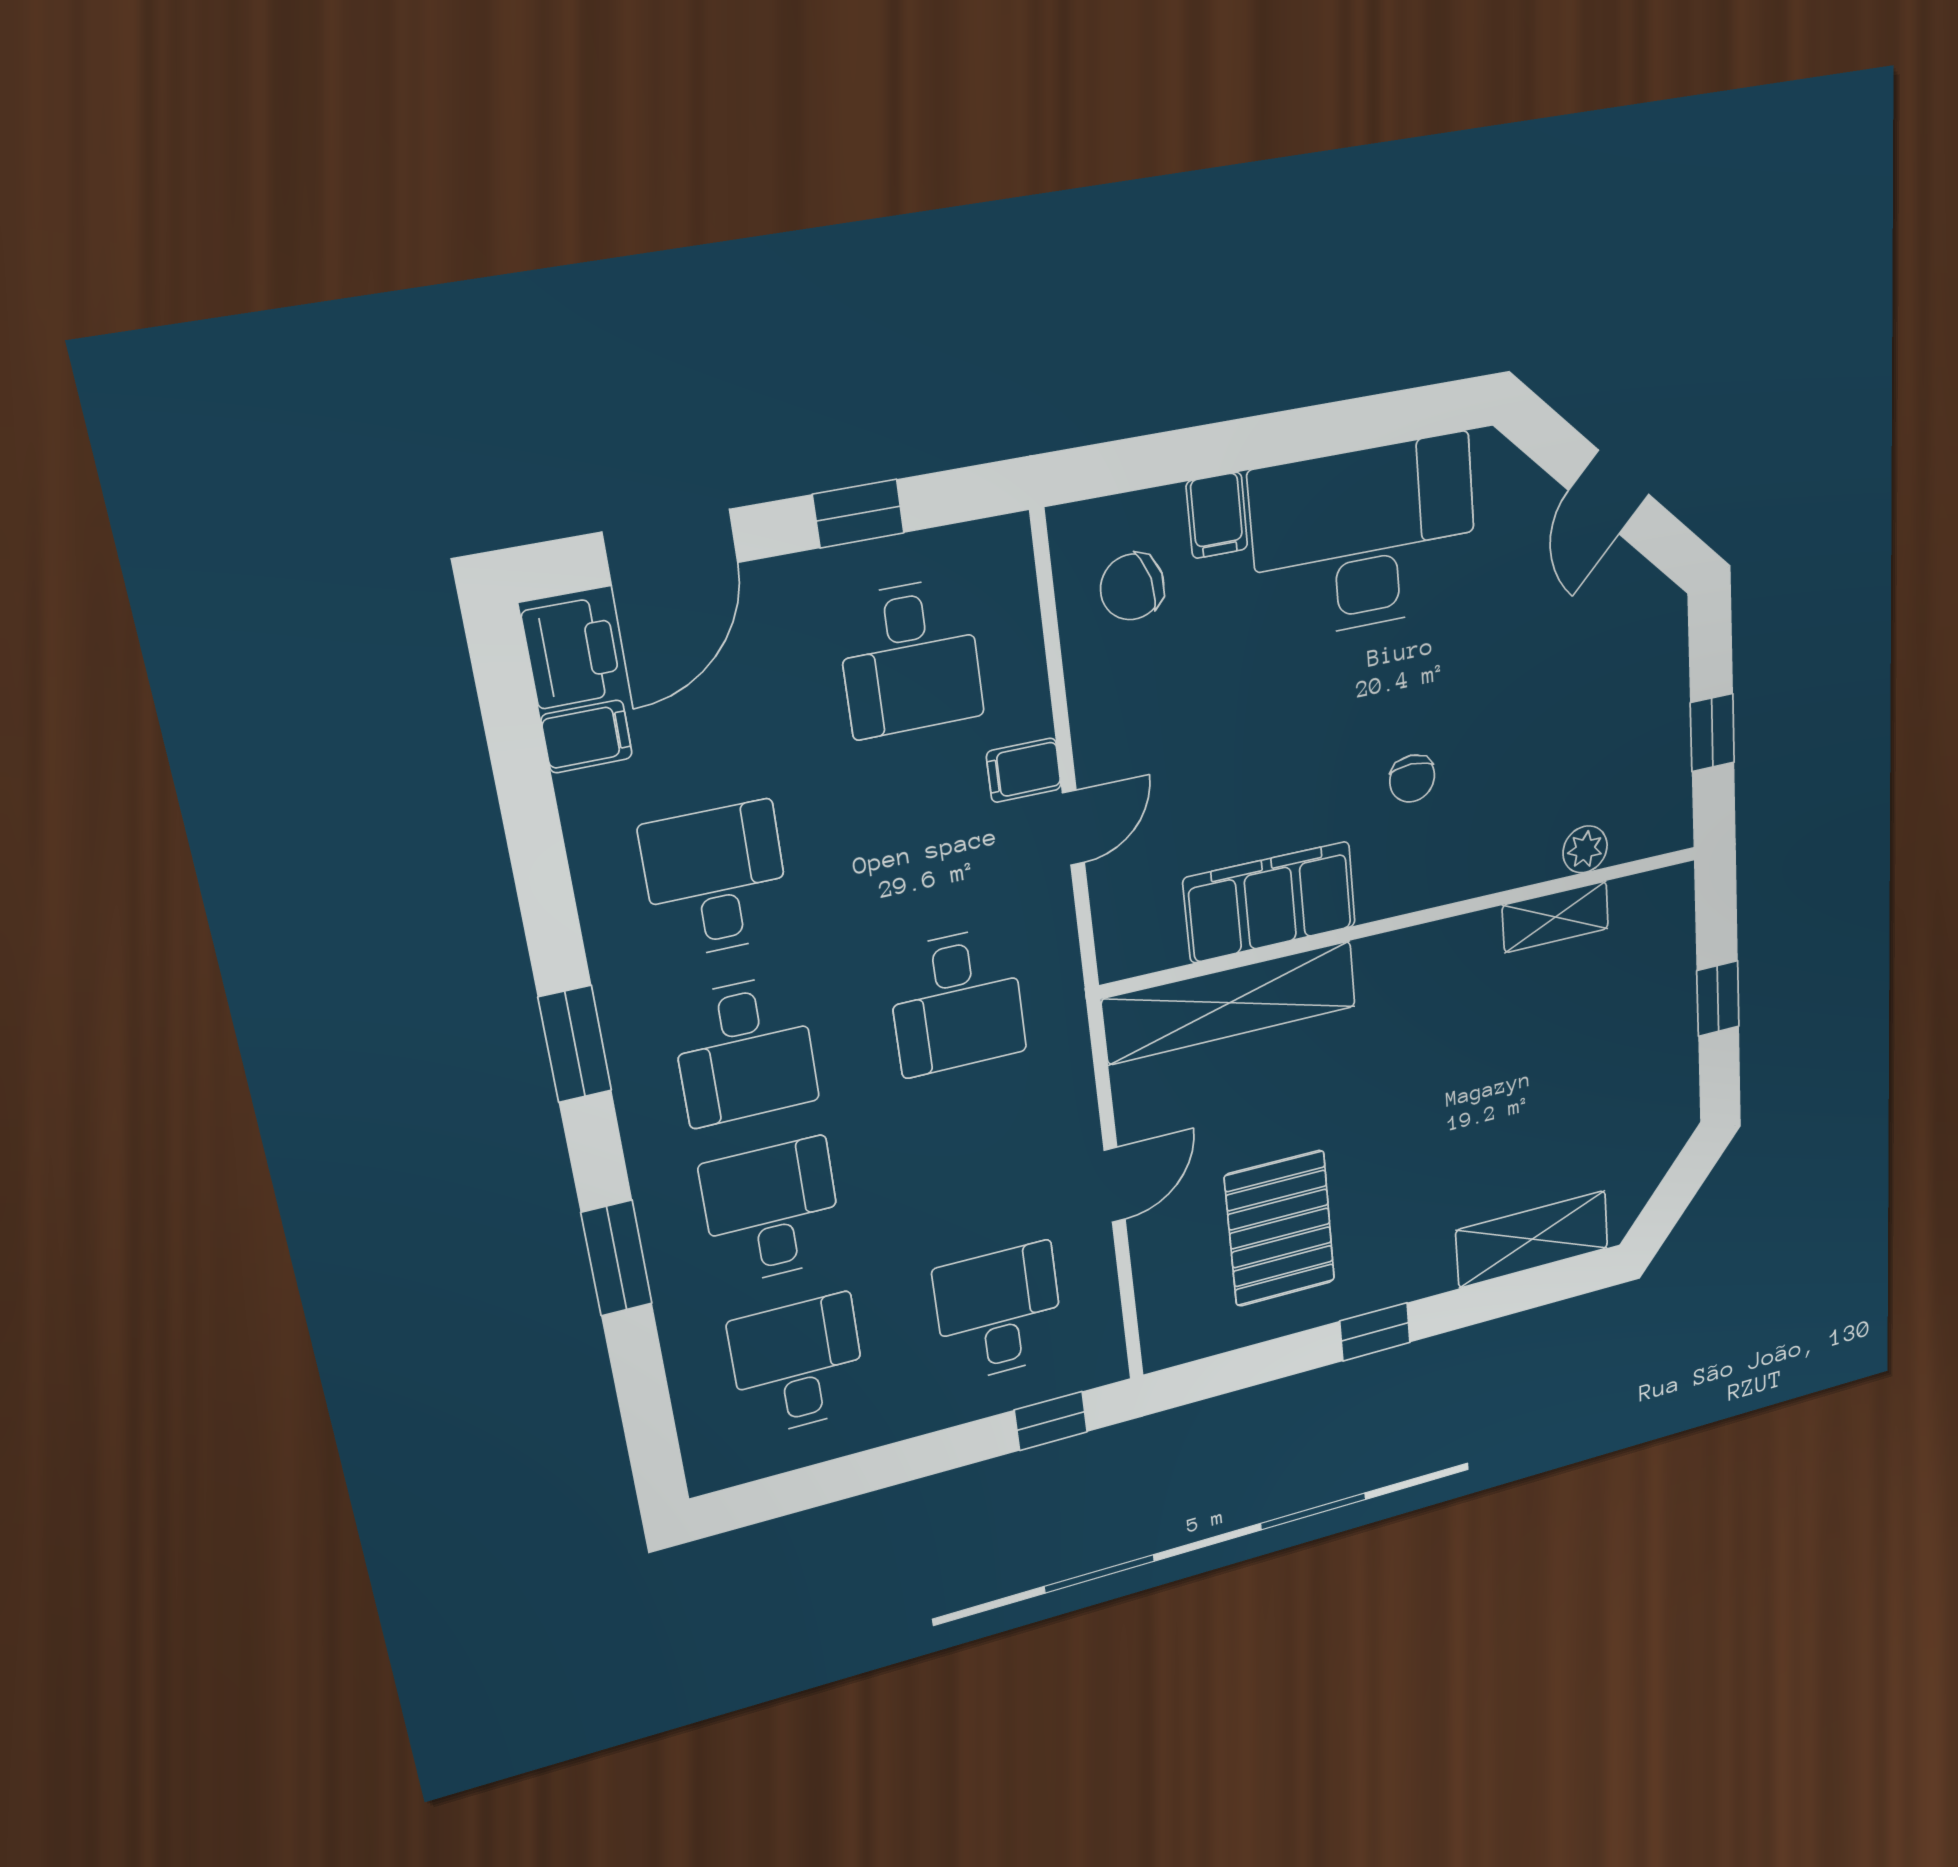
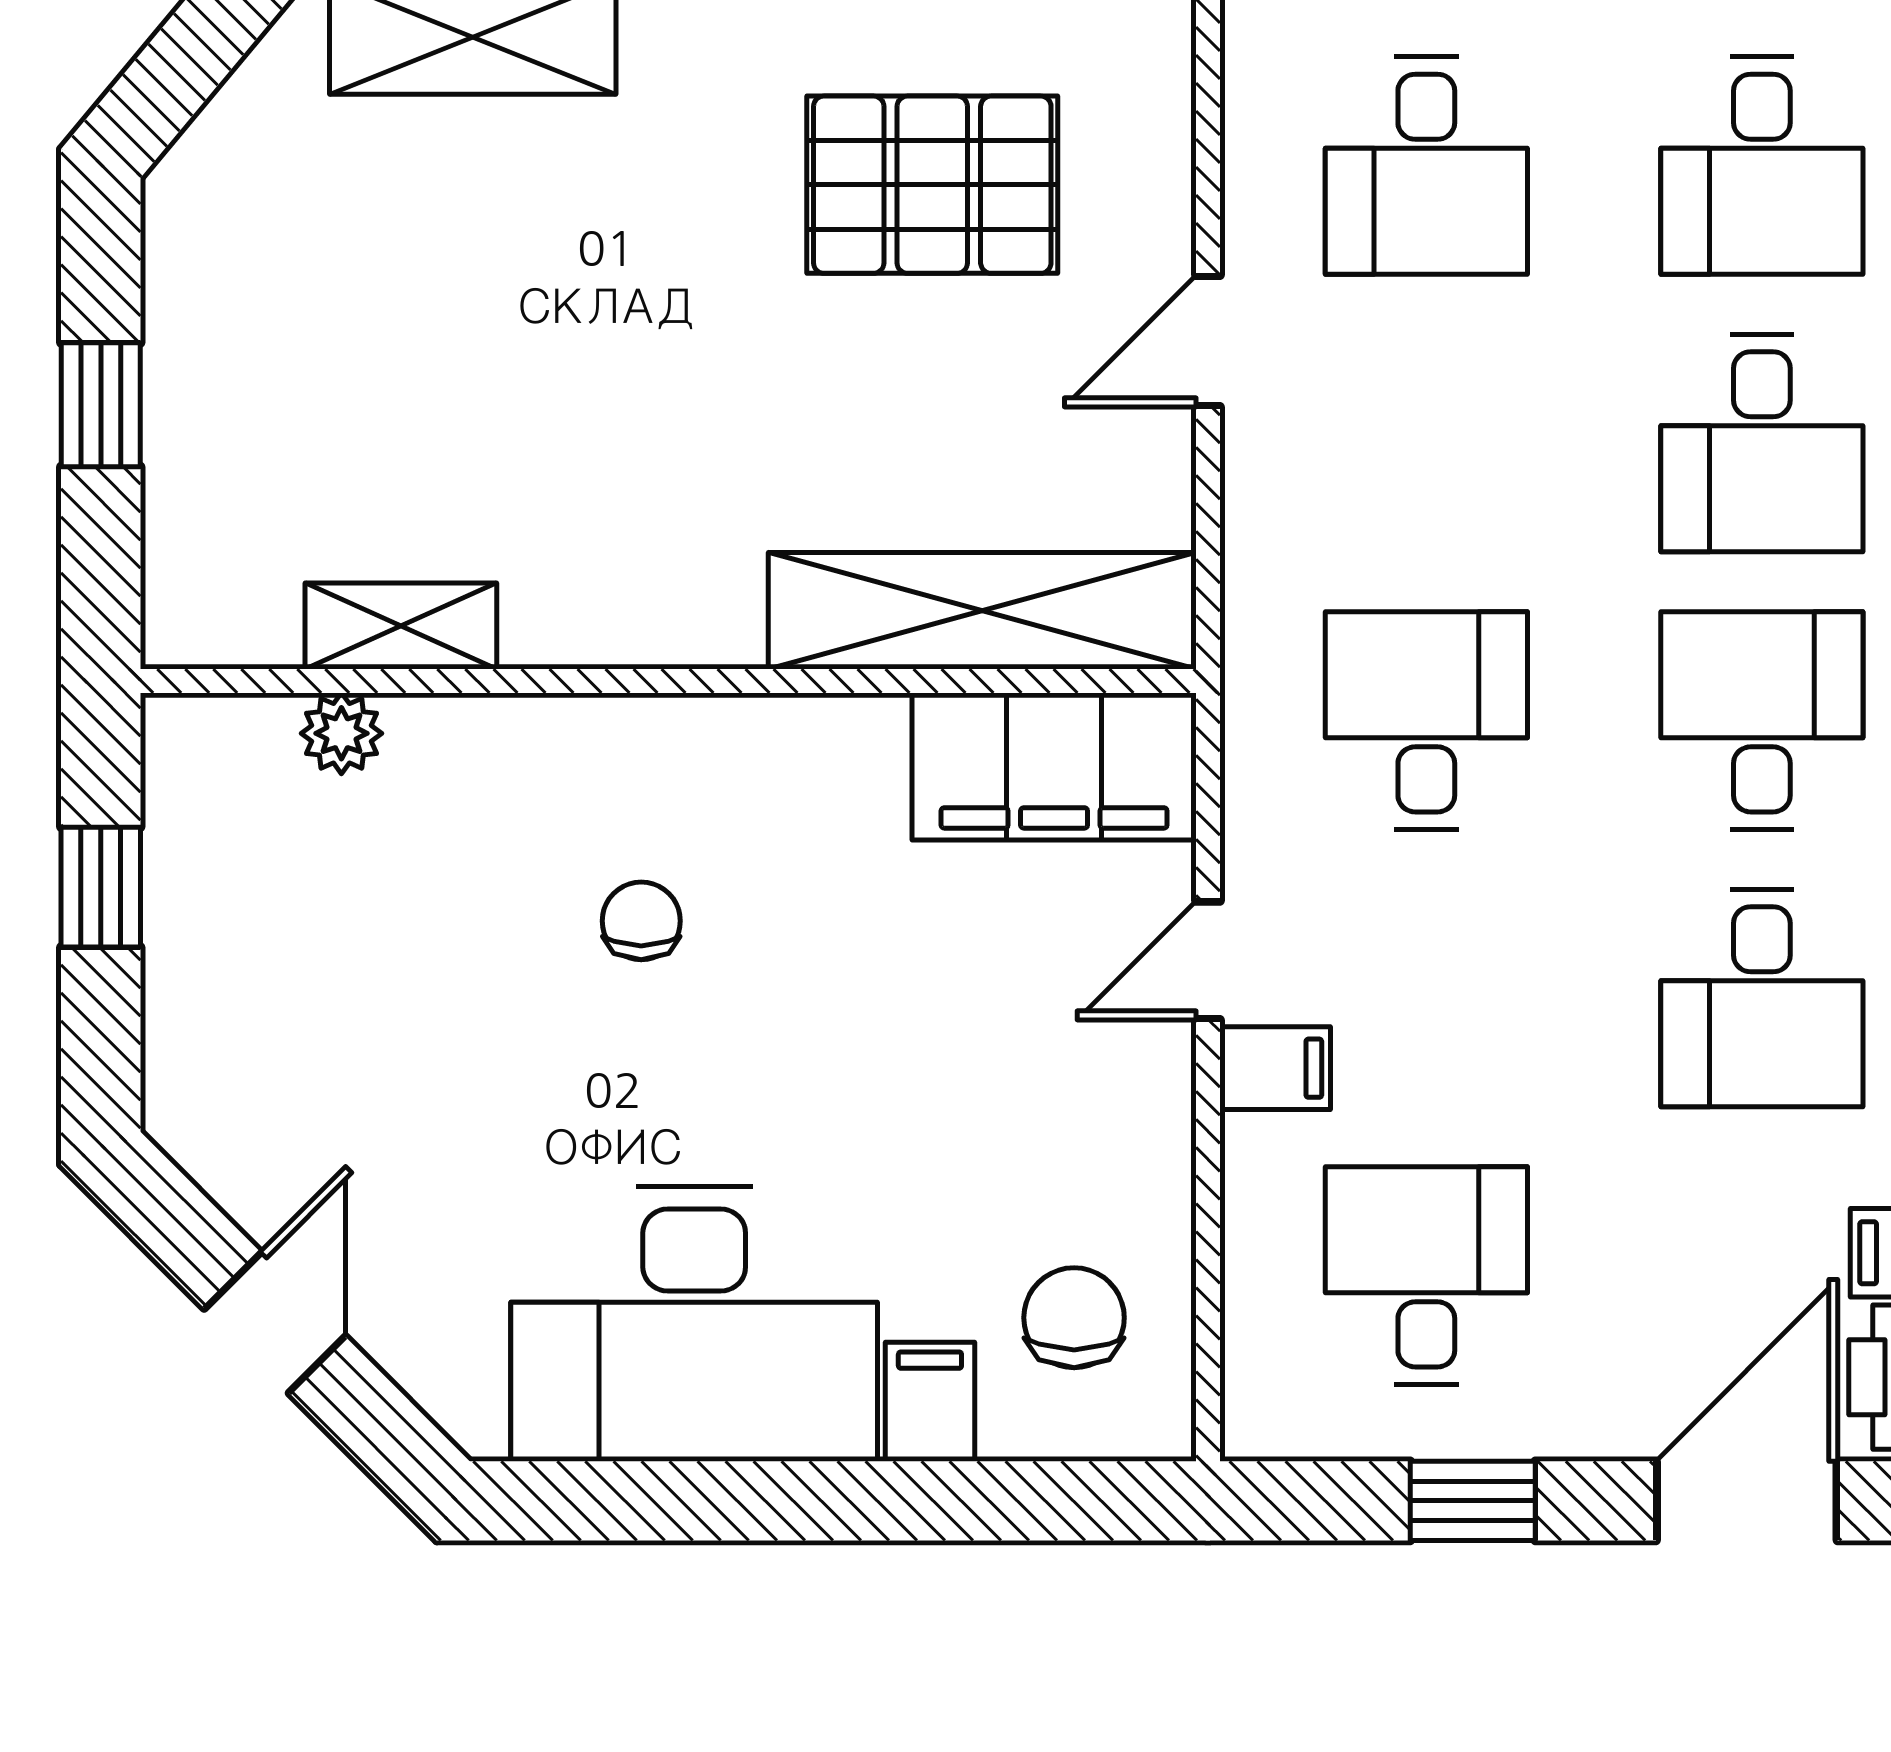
chair: (1132, 587) -> (1074, 1318), turned -76
filing cabinet: (1270, 902) -> (1054, 766), moved
pallet: (1280, 1228) -> (932, 185), turned 90

